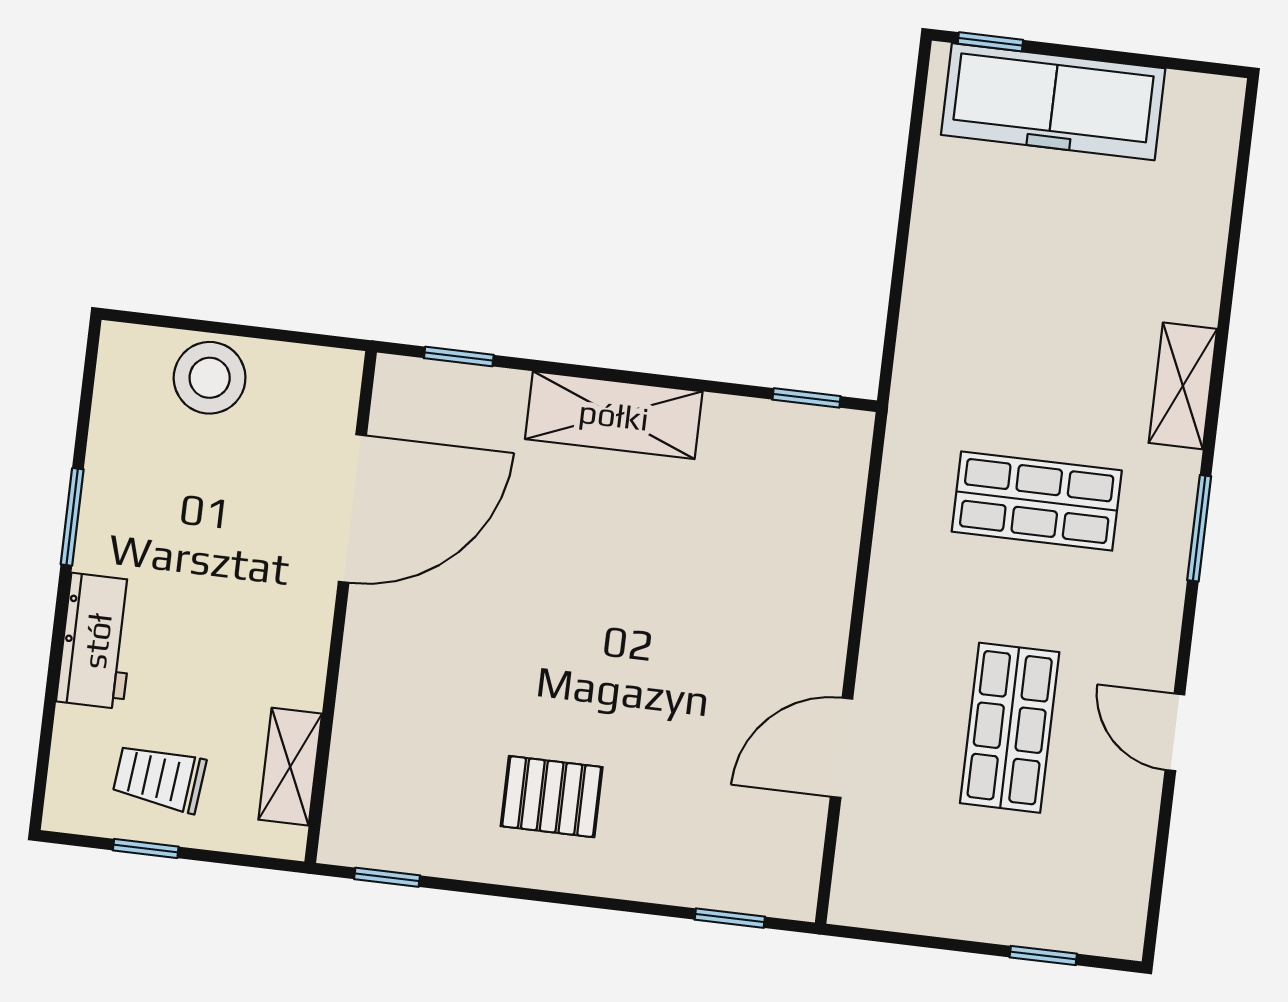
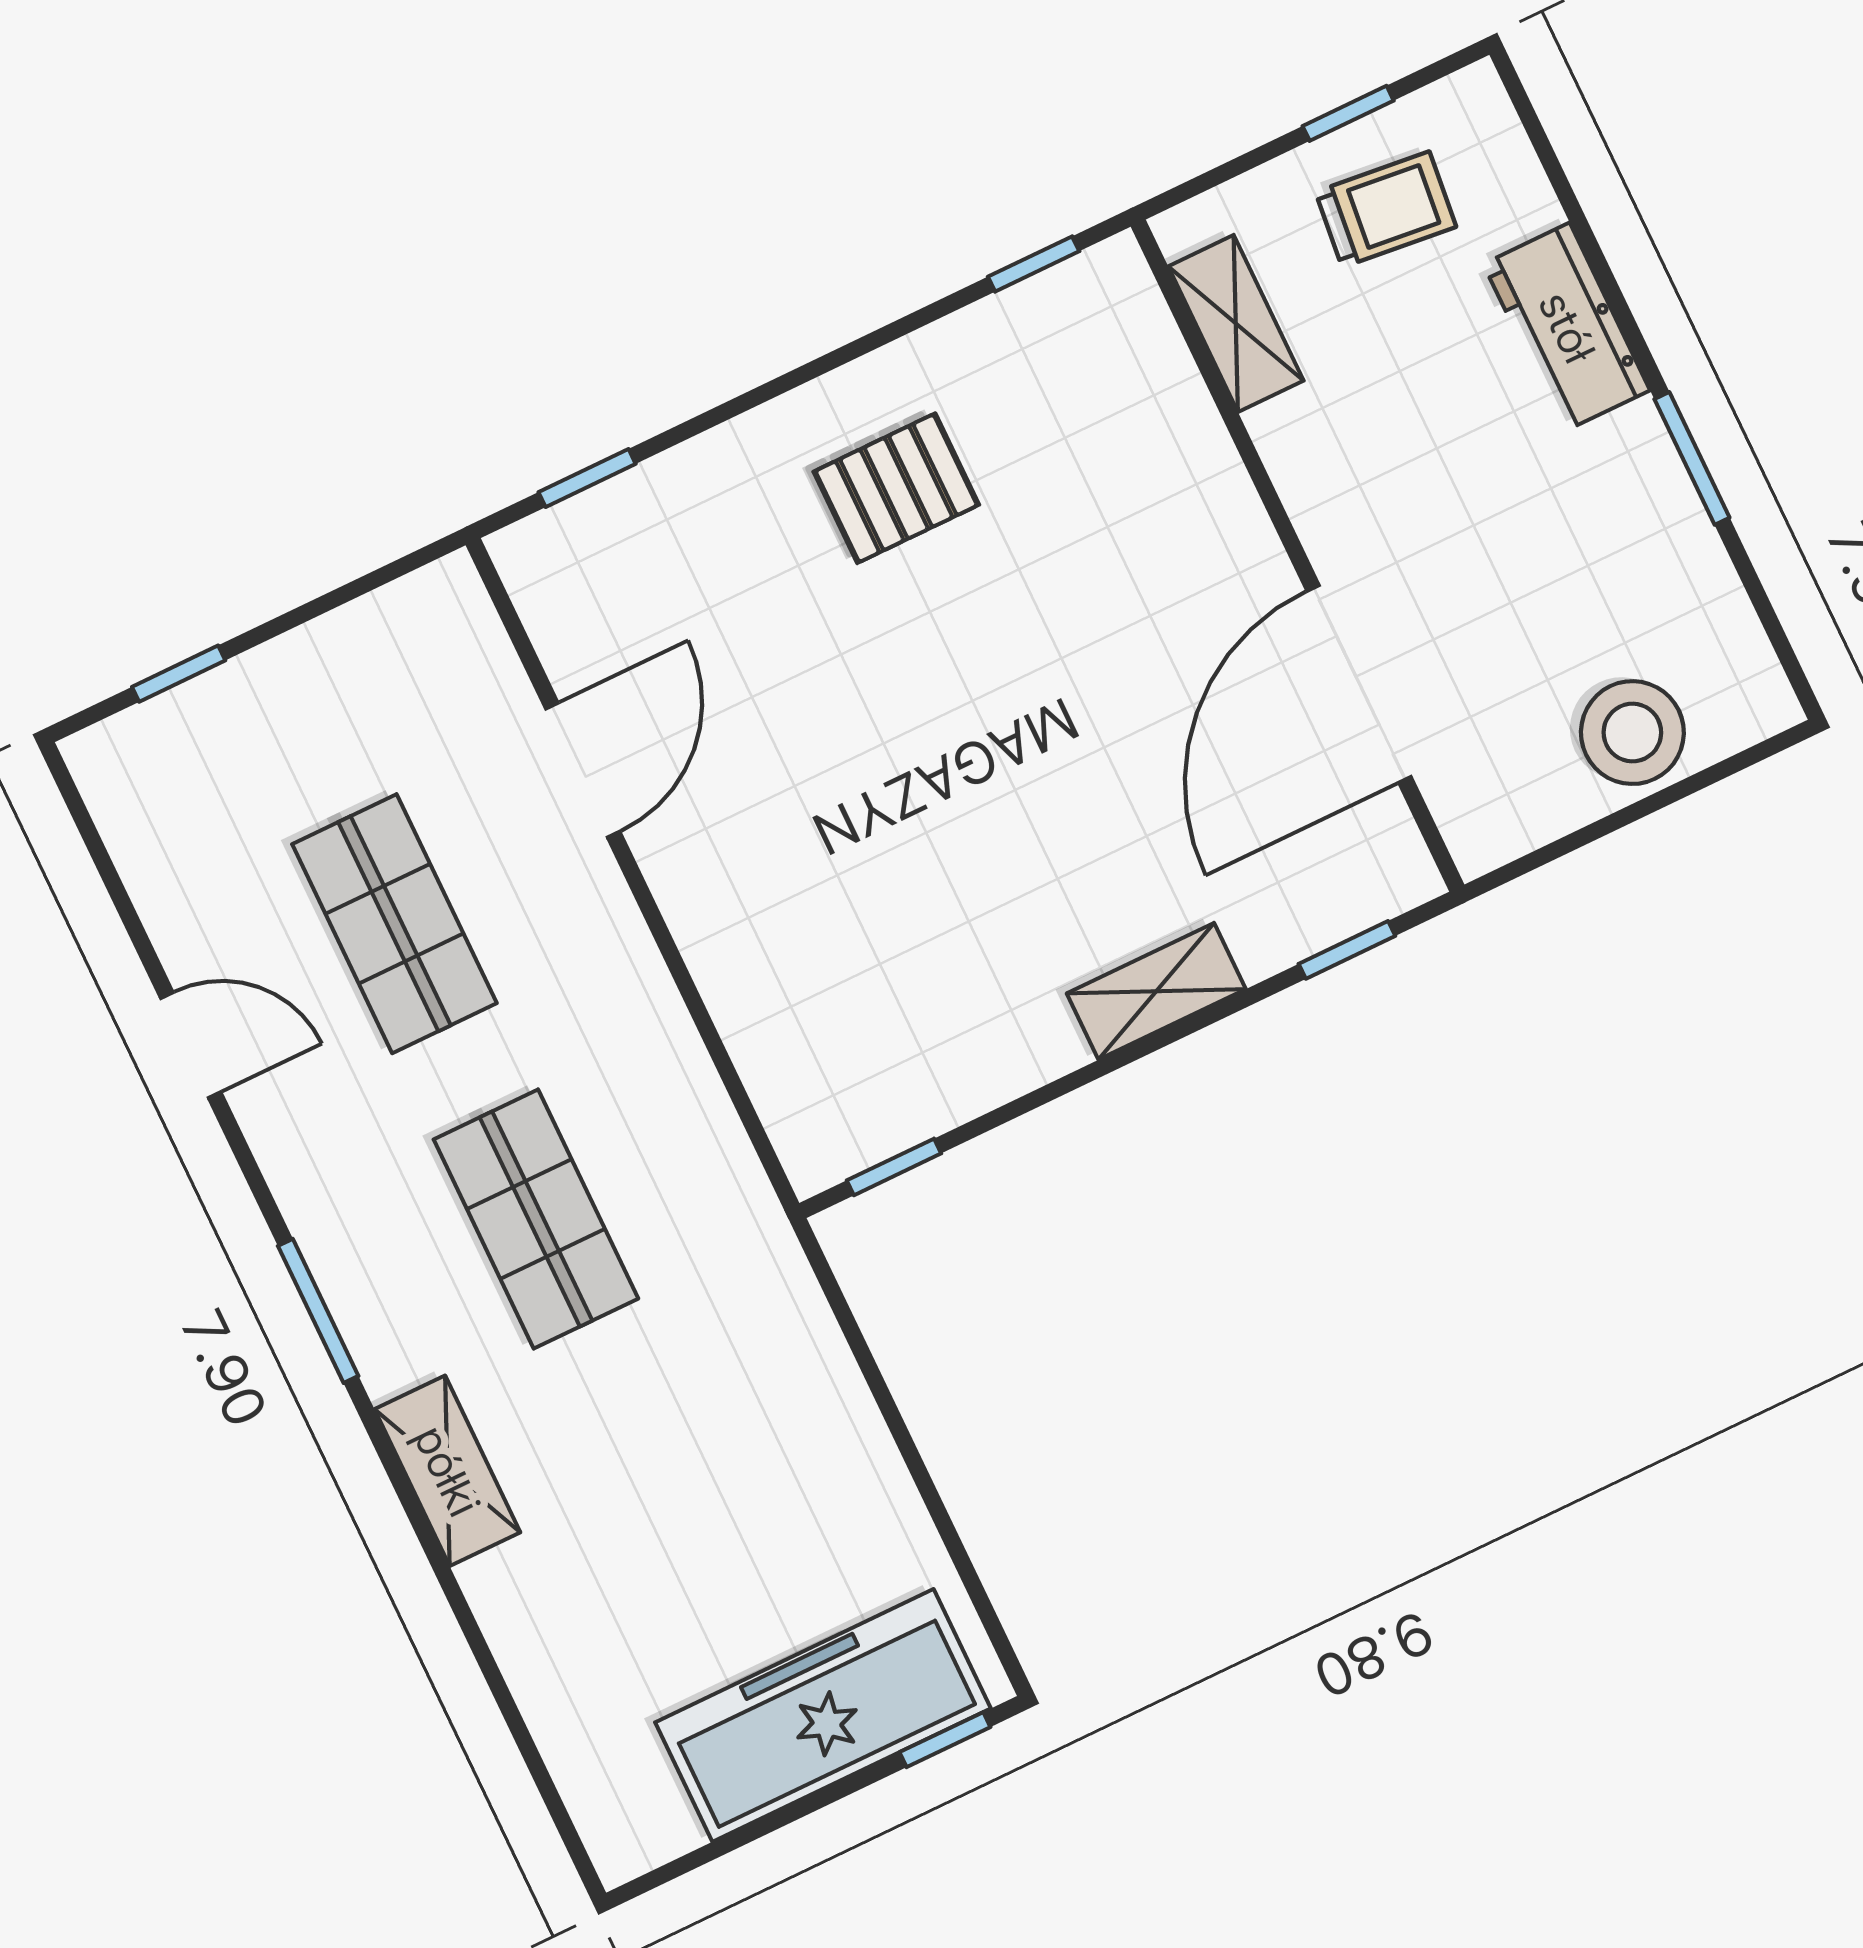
shelving: (614, 415) -> (1156, 991), width x0.67, depth x0.75
shop shelf: (1037, 501) -> (536, 1219), turned 90

